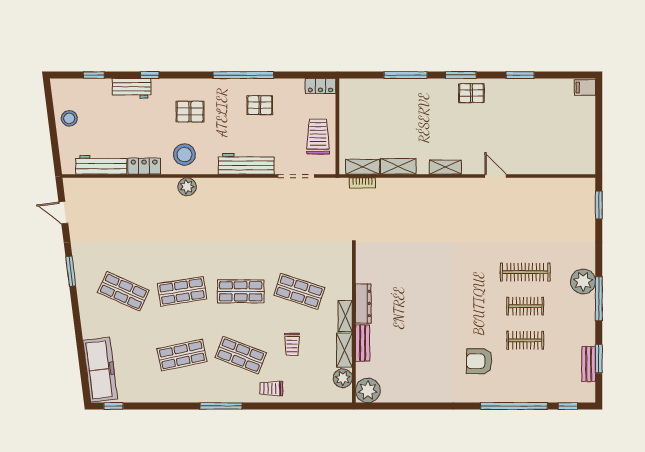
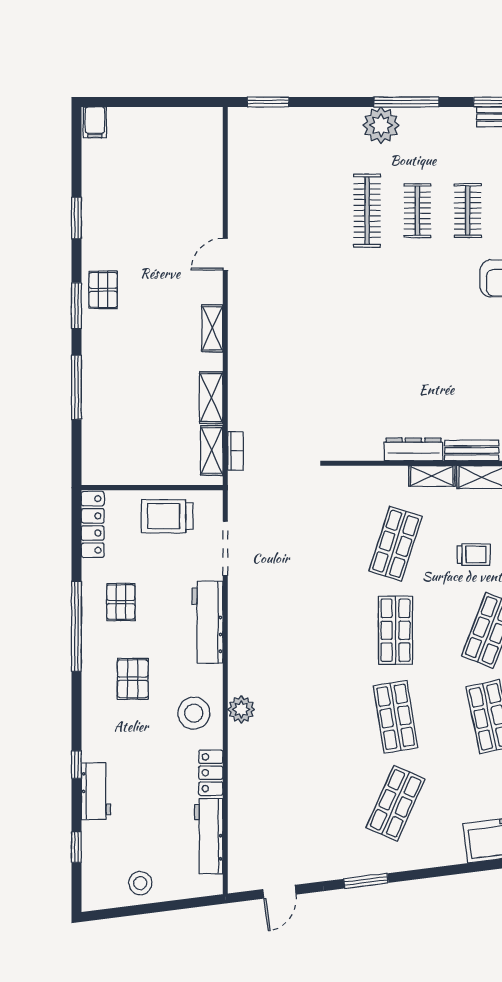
locker: (320, 86) -> (93, 524), width x1.53
pallet: (190, 112) -> (133, 679), moved

